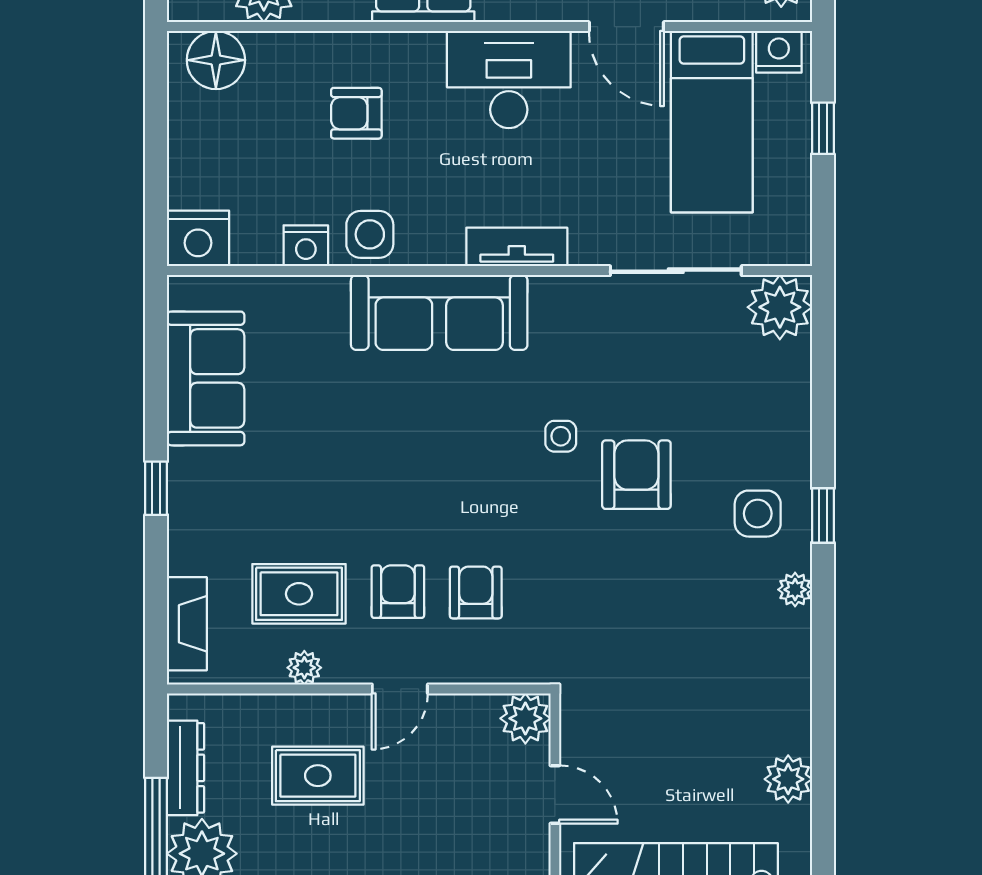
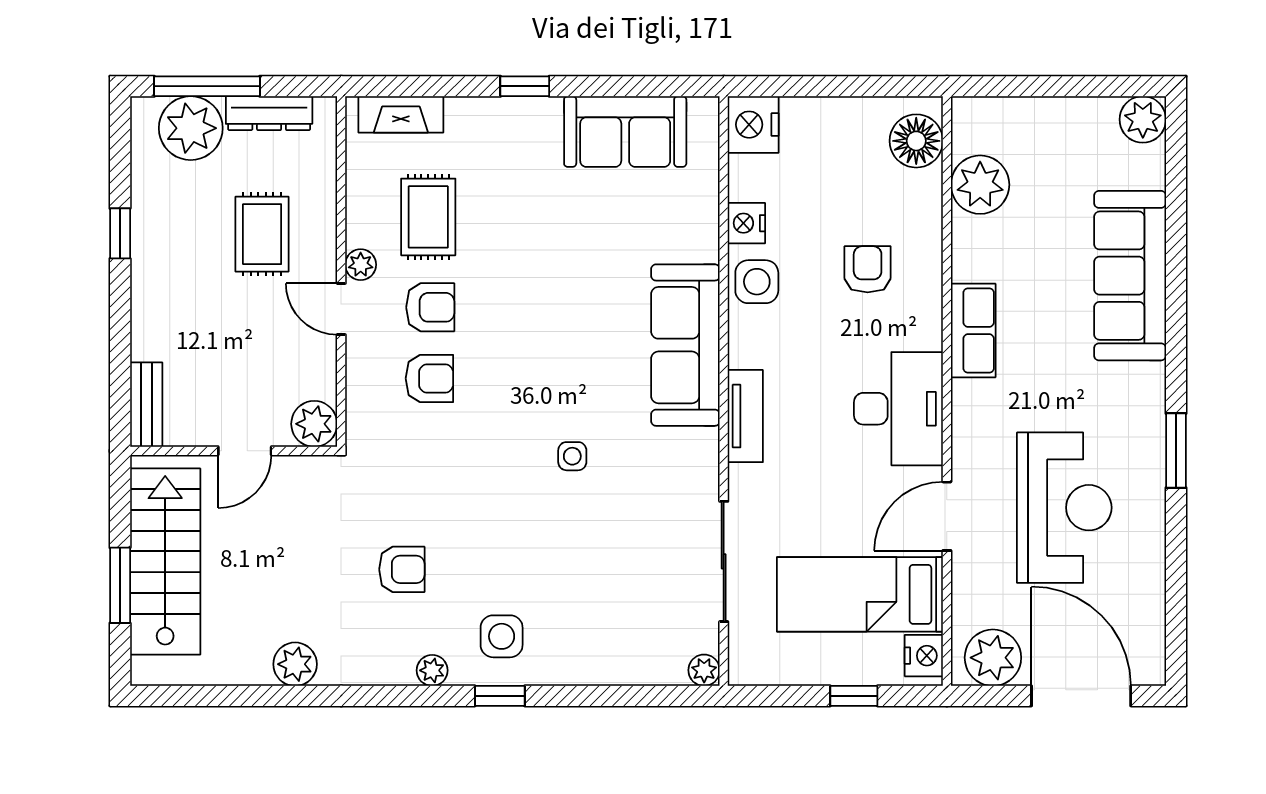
plant: (780, 307) -> (704, 670), width x0.53, depth x0.53
armchair: (636, 475) -> (402, 569), moved, width x0.72, depth x0.72
plant: (304, 668) -> (361, 265), moved
plant: (788, 779) -> (295, 664), moved

